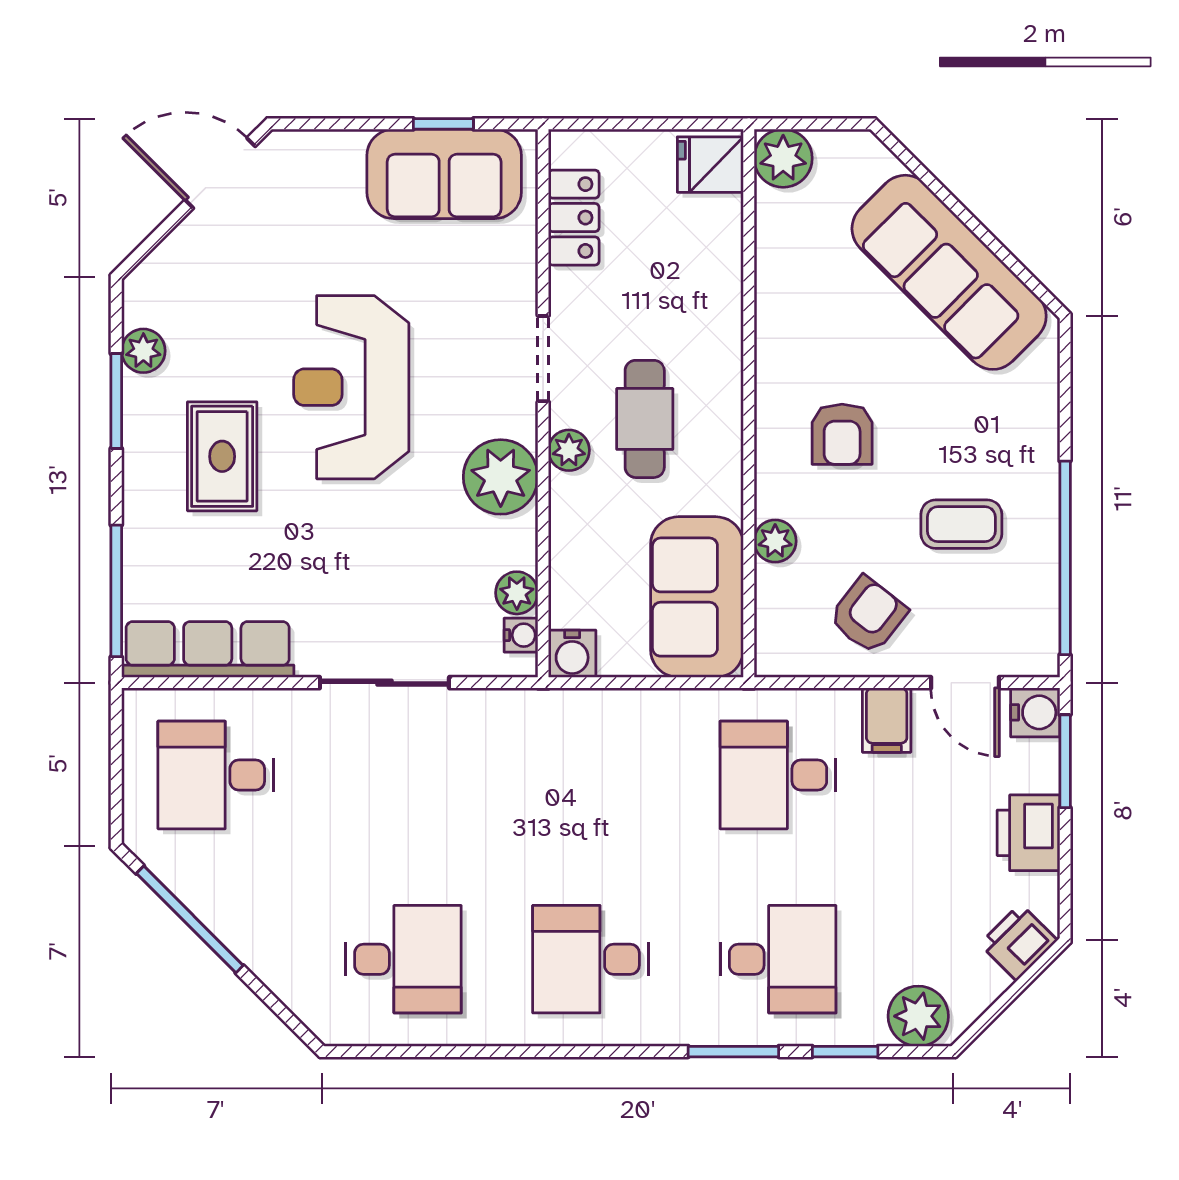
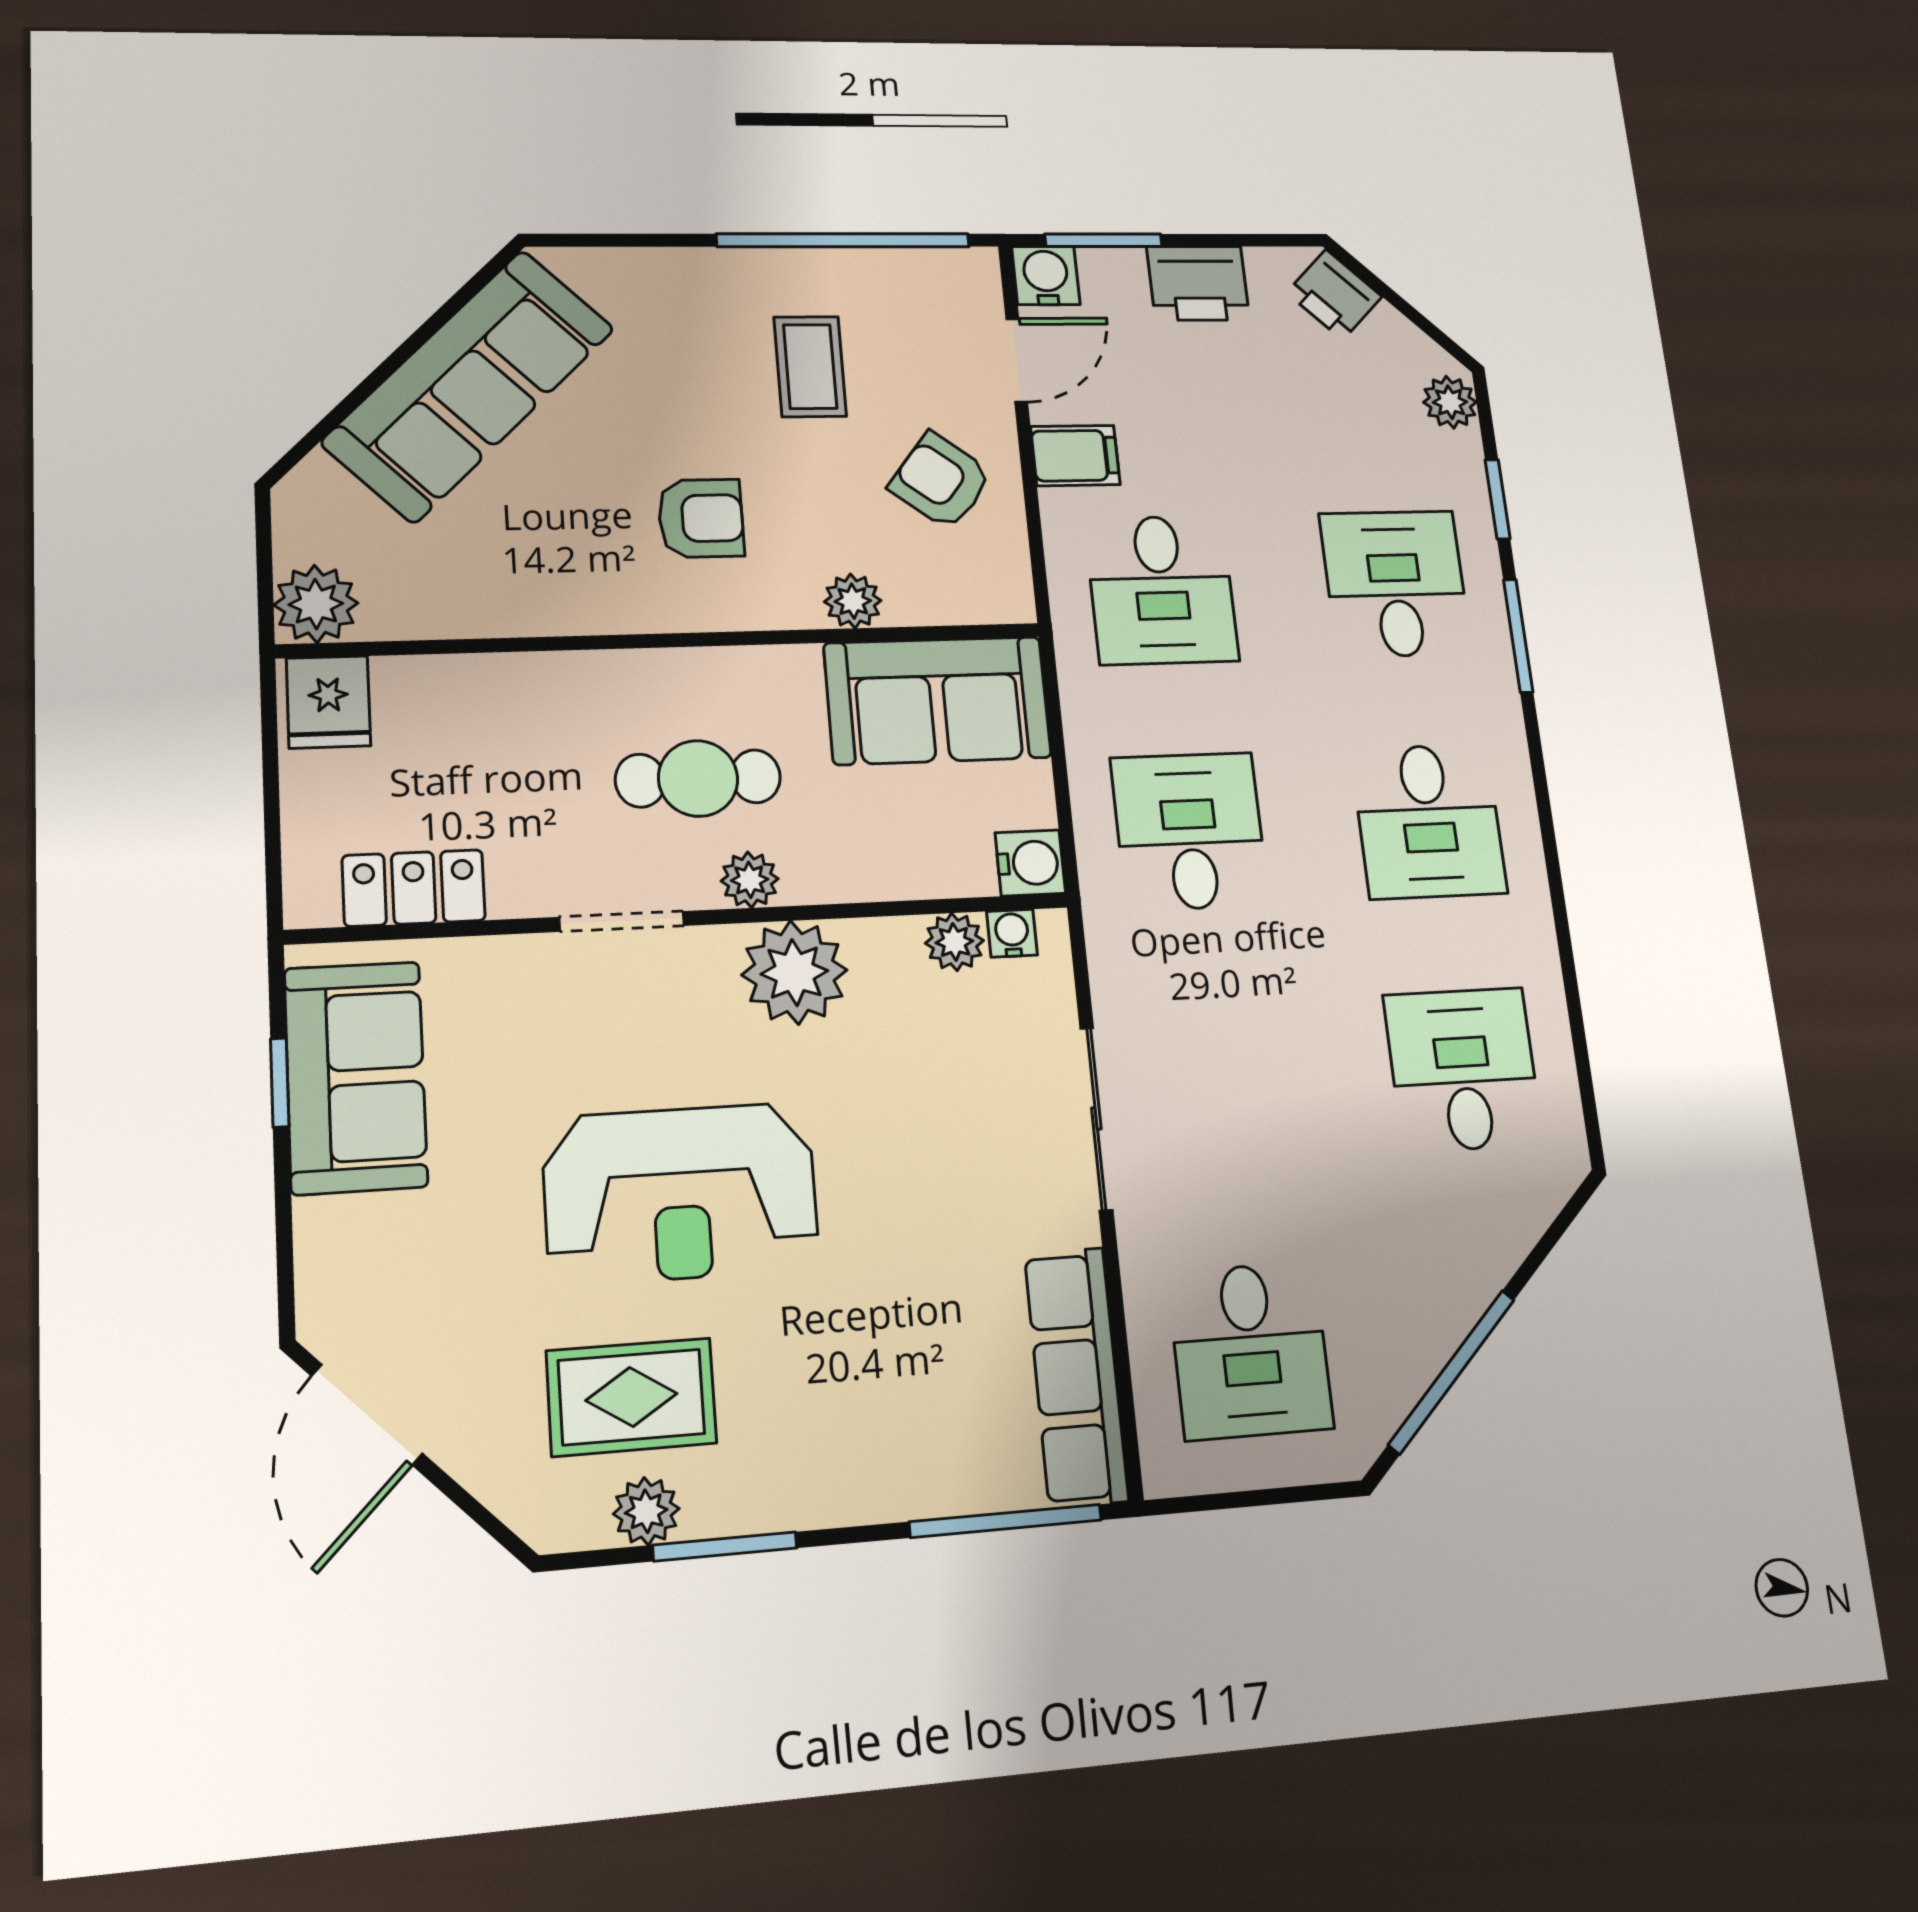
rug: (222, 456) -> (631, 1397), moved
desk: (591, 775) -> (1190, 831), added
plant: (918, 1016) -> (1450, 402), width x0.73, depth x0.73

